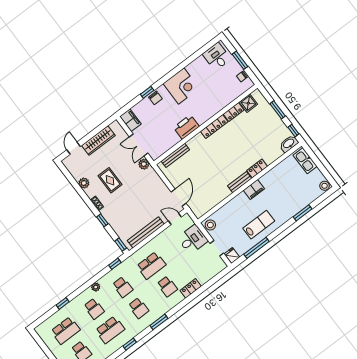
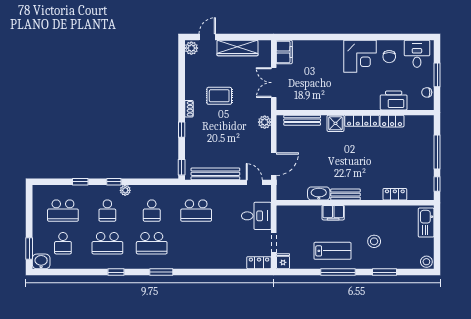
window: (147, 92) -> (321, 37), removed
chair: (155, 98) -> (389, 57), moved
shower: (248, 103) -> (335, 123), moved
window: (278, 110) -> (437, 152), width x1.44
printer: (186, 127) -> (394, 100), moved
washbasin: (289, 144) -> (319, 193), moved
plant: (144, 164) -> (265, 122), moved
locker: (257, 168) -> (395, 194), moved
rug: (110, 180) -> (219, 96), turned 90
plant: (84, 183) -> (191, 48), moved
filing cabinet: (254, 190) -> (333, 213), moved
stool: (210, 225) -> (374, 241), moved
window: (256, 248) -> (338, 272), moved
window: (115, 264) -> (114, 182), moved
school desk: (167, 286) -> (196, 243), removed
locker: (191, 288) -> (259, 263), moved
school desk: (139, 308) -> (152, 243), width x1.85

